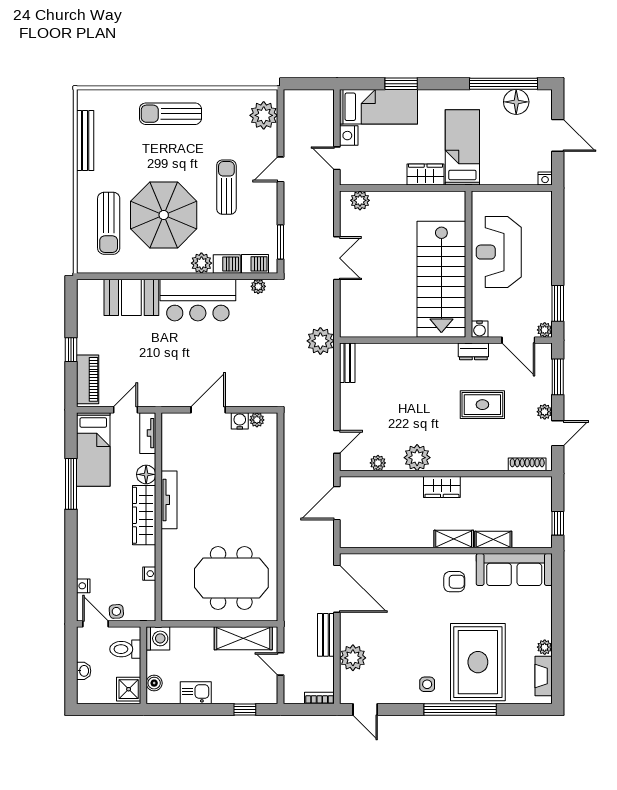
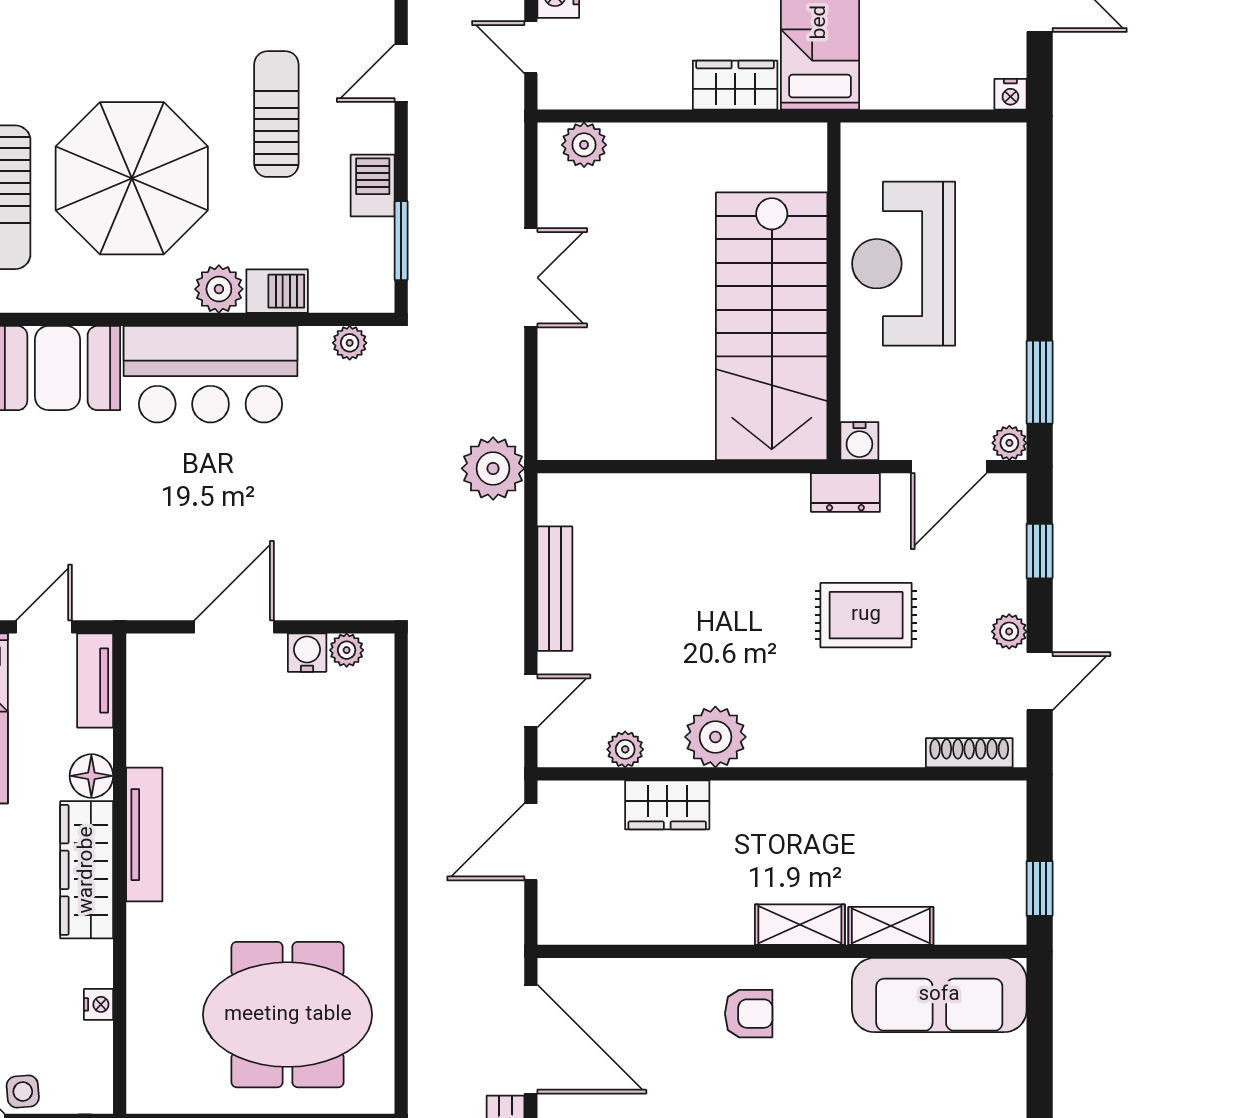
barbecue: (255, 264) -> (373, 186), moved, turned -90
door: (518, 340) -> (949, 467), hinge flipped
bench: (347, 363) -> (555, 589), moved, width x1.36
window: (558, 377) -> (1040, 551), width x0.67
wardrobe: (442, 487) -> (667, 805), moved
armchair: (454, 582) -> (749, 1014), moved

